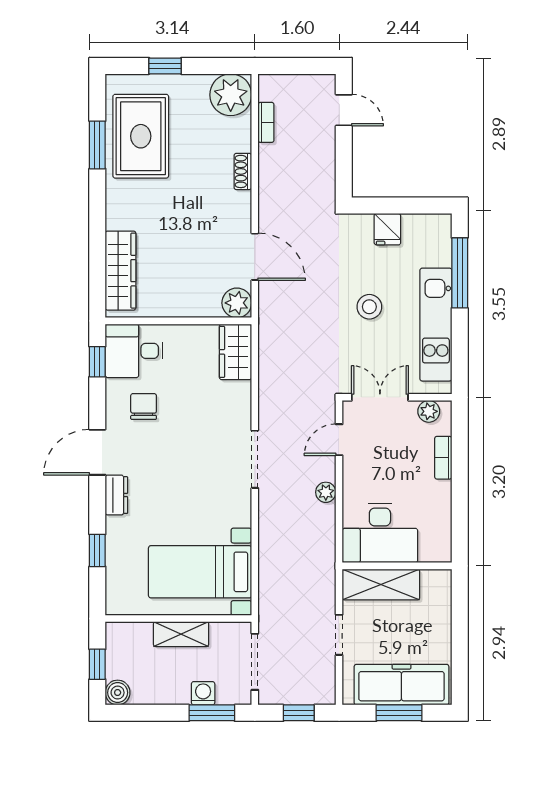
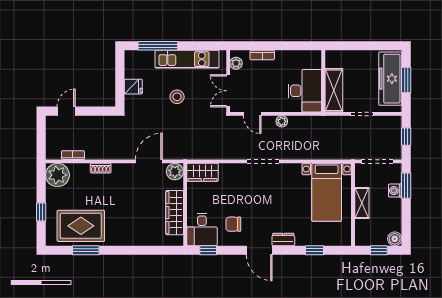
wardrobe: (120, 271) -> (175, 213), moved, turned -90

